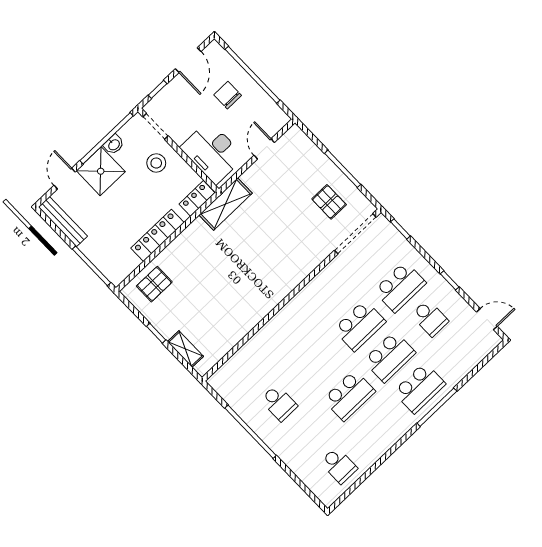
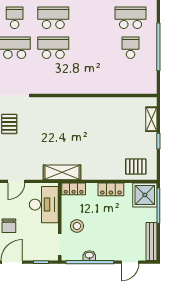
shower: (101, 171) -> (145, 195), moved
locker: (157, 235) -> (111, 189), width x0.66
school desk: (349, 395) -> (131, 18), moved

